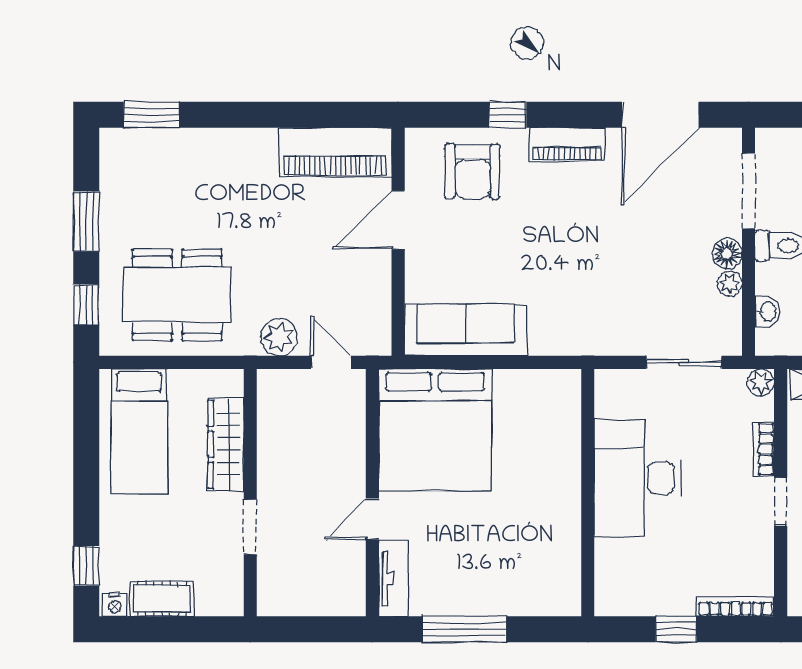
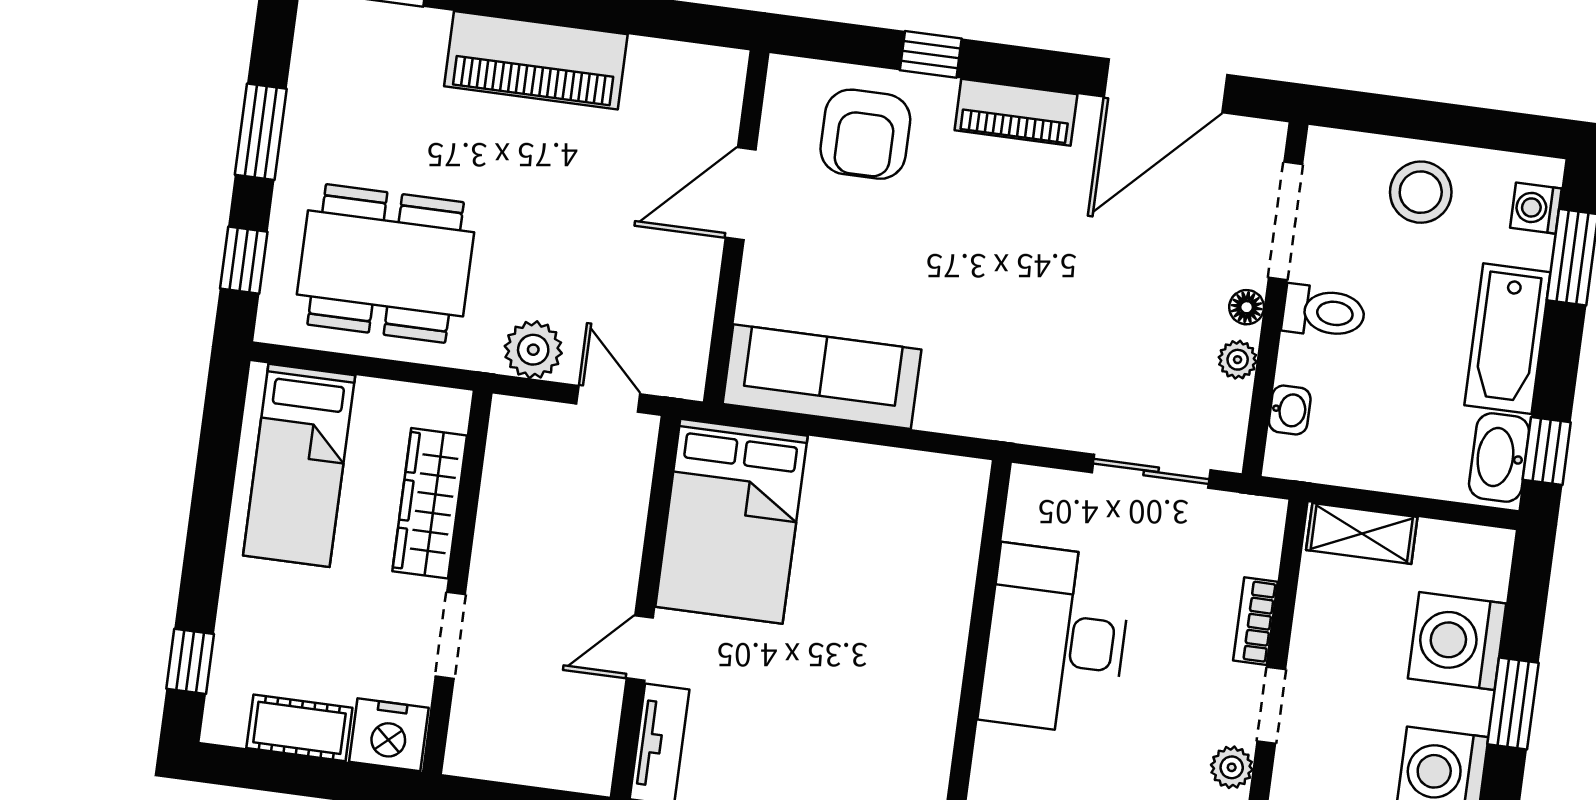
piano: (335, 152) -> (536, 60), moved
floor lamp: (727, 254) -> (1247, 307), width x0.73, depth x0.73
plant: (761, 382) -> (1232, 767), moved
bed: (435, 430) -> (731, 521), width x0.73
nightstand: (115, 605) -> (389, 735), moved, width x1.89, depth x1.79

